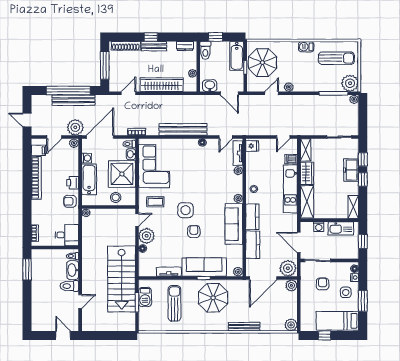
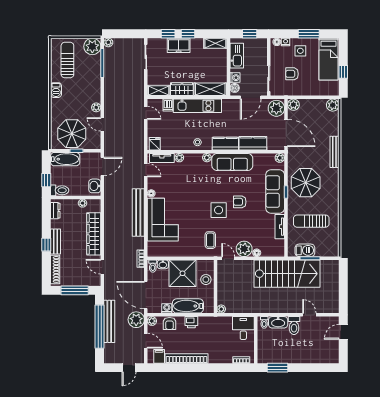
corner sofa: (154, 166) -> (163, 220), moved, turned 90
armchair: (70, 201) -> (170, 323), moved
boiler: (308, 226) -> (235, 88), added

